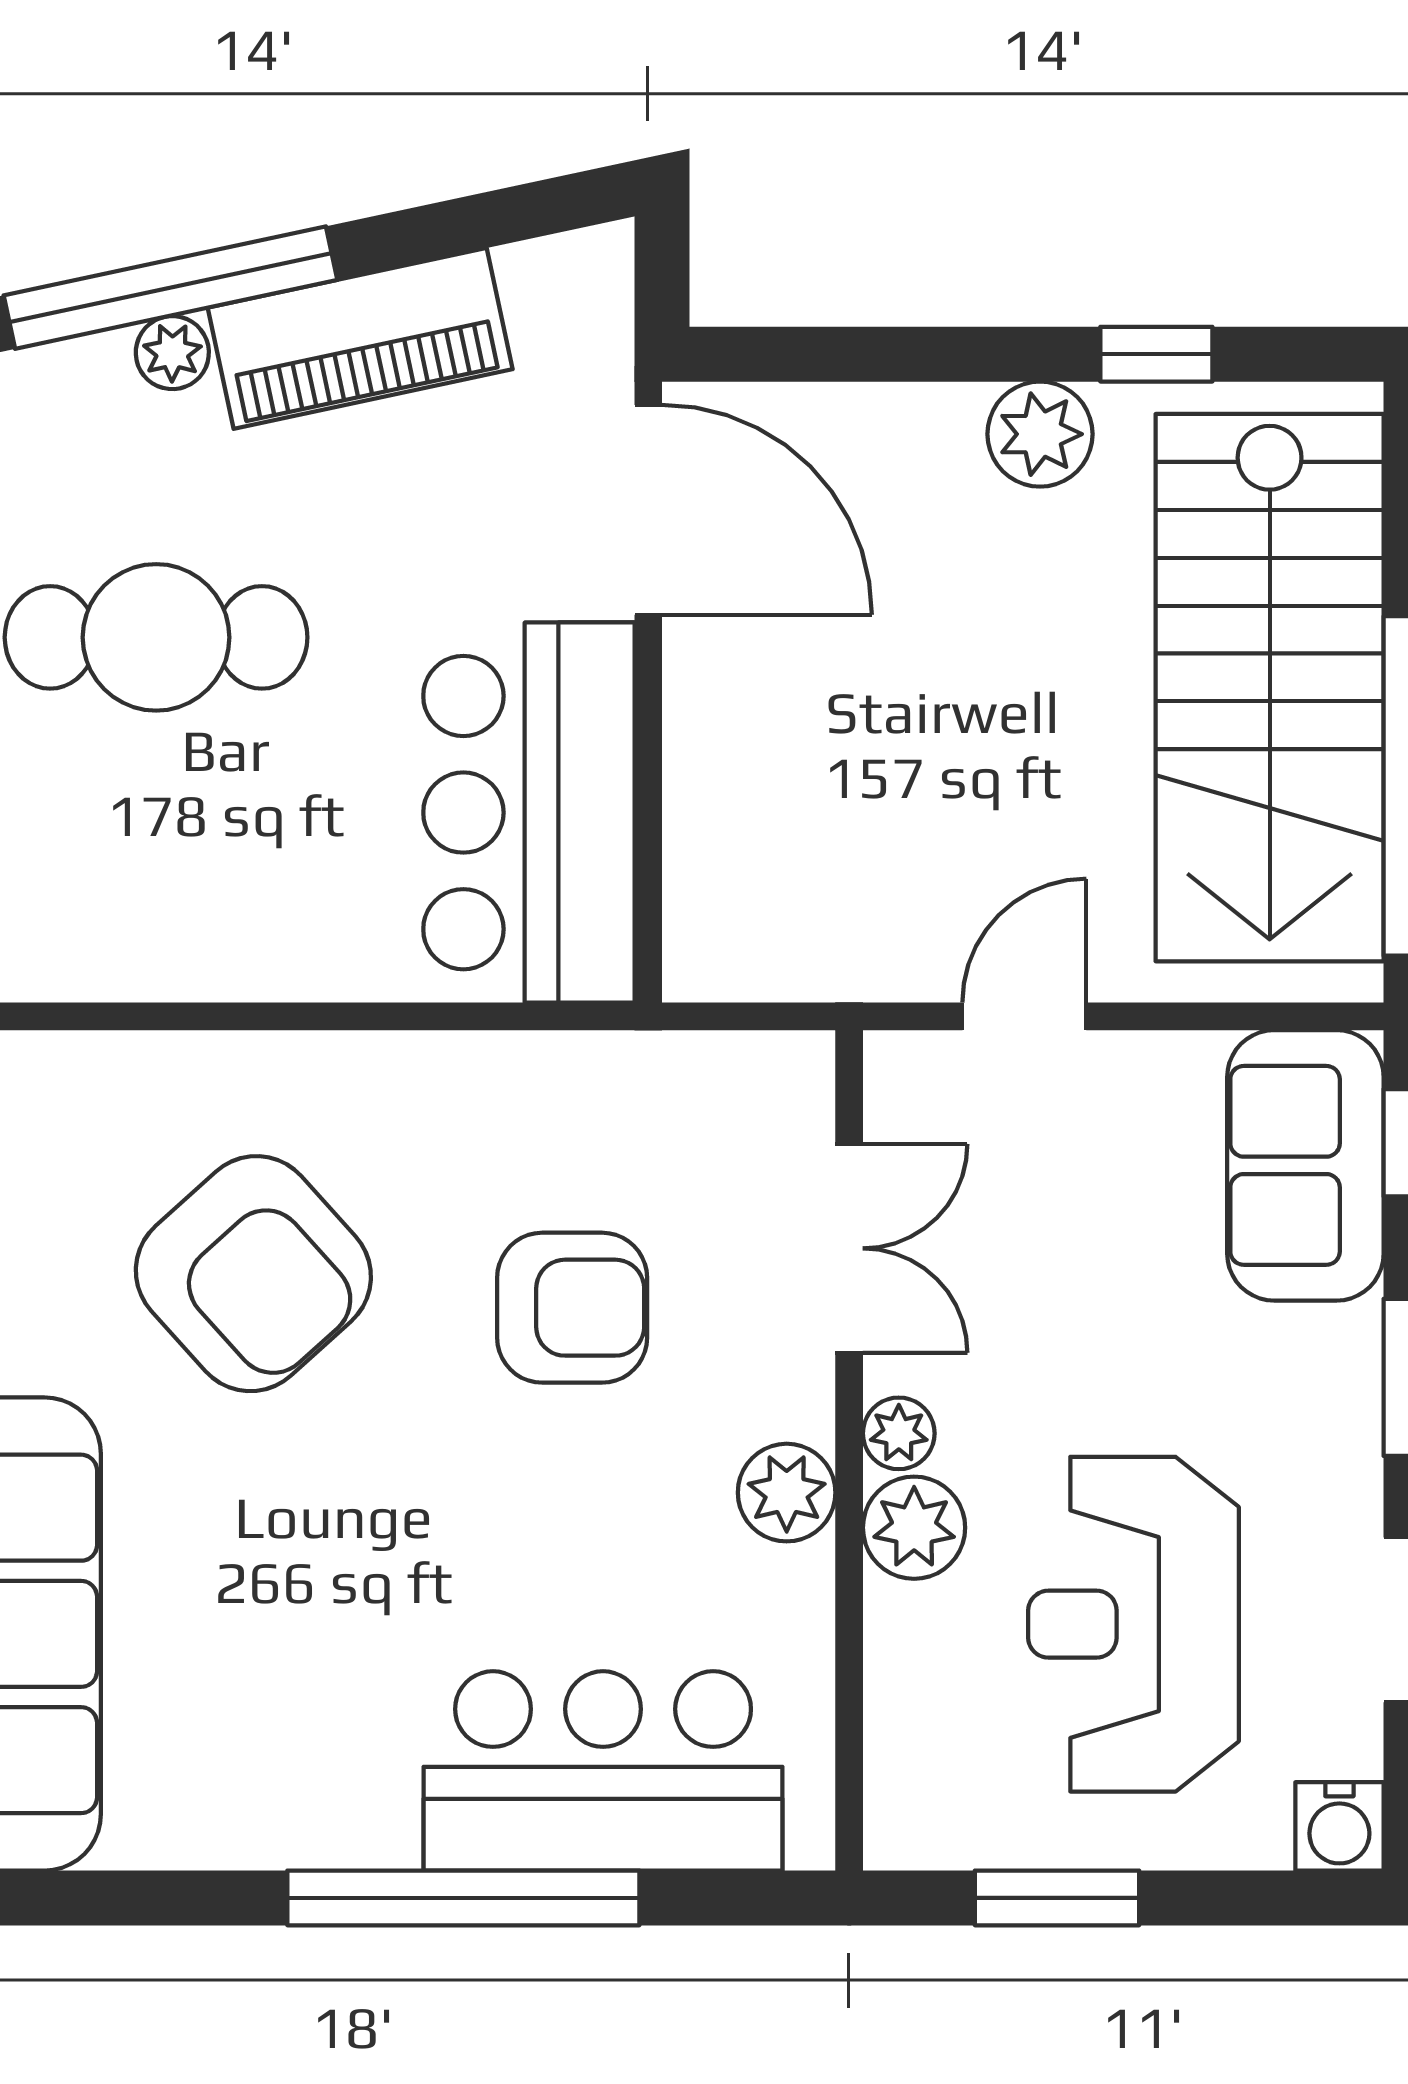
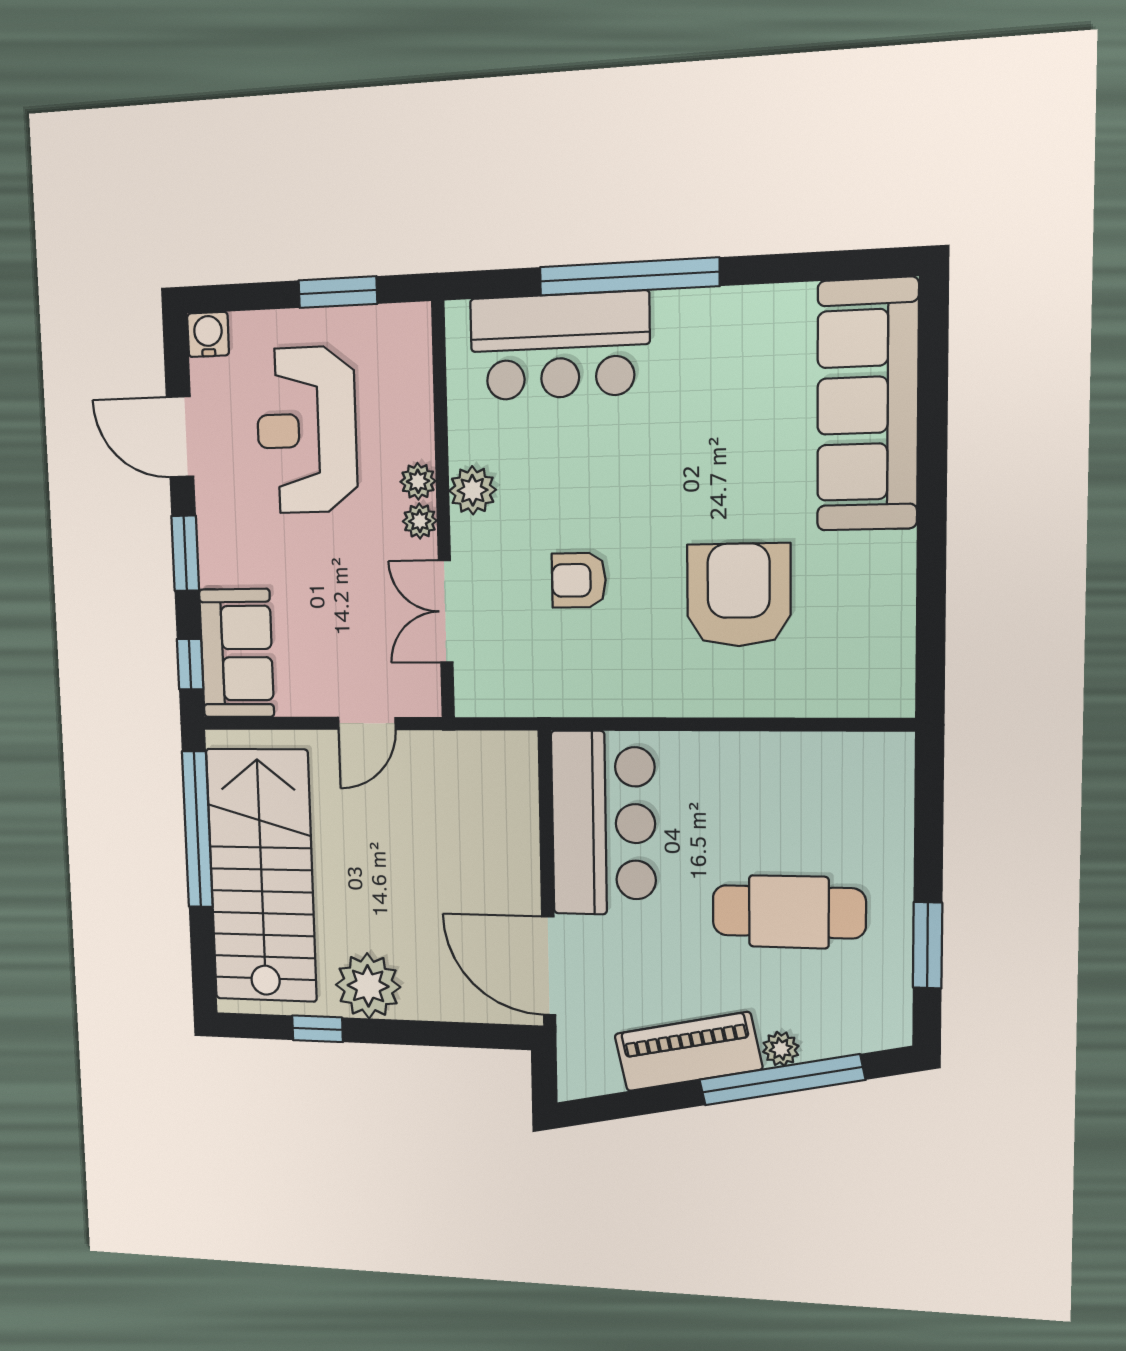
plant: (1040, 434) -> (368, 986), width x1.36, depth x1.36
armchair: (253, 1274) -> (739, 595), turned 42
armchair: (572, 1308) -> (579, 580), width x0.72, depth x0.72
plant: (914, 1528) -> (418, 481), width x0.73, depth x0.73
reception desk: (1134, 1624) -> (307, 430), turned 180

